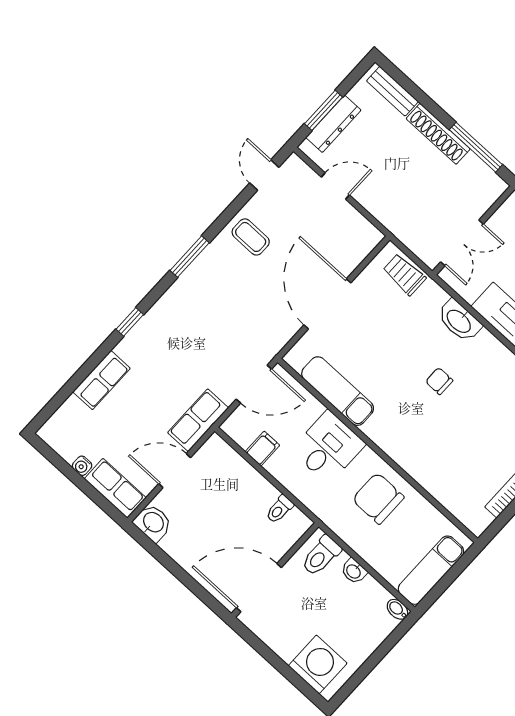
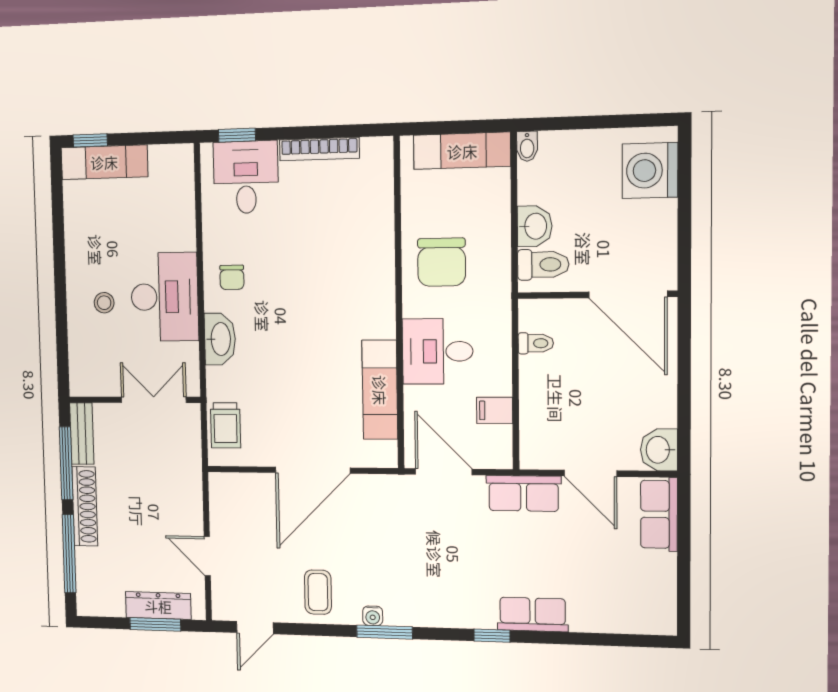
bench: (392, 91) -> (82, 434), moved
window: (418, 94) -> (69, 554), added
row of seats: (102, 380) -> (533, 614), moved
chair: (439, 381) -> (232, 277), moved
water cooler: (82, 466) -> (373, 616), moved, turned 90
washbasin: (354, 571) -> (535, 226), width x1.38, depth x1.45

